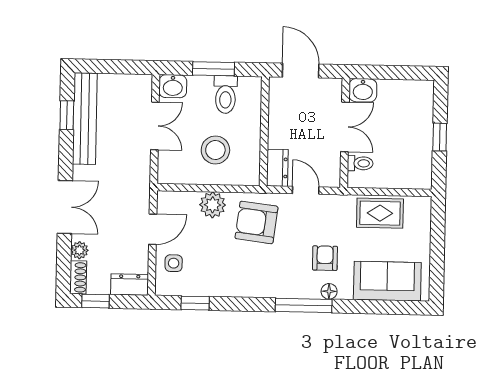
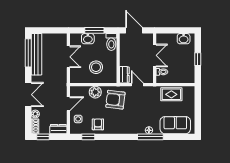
washbasin: (173, 86) -> (88, 39), moved
washbasin: (363, 90) -> (184, 39), moved
toilet: (225, 95) -> (111, 42), moved
window: (67, 115) -> (28, 53), width x2.17
armchair: (325, 258) -> (98, 124), moved
window: (304, 305) -> (150, 137), moved

